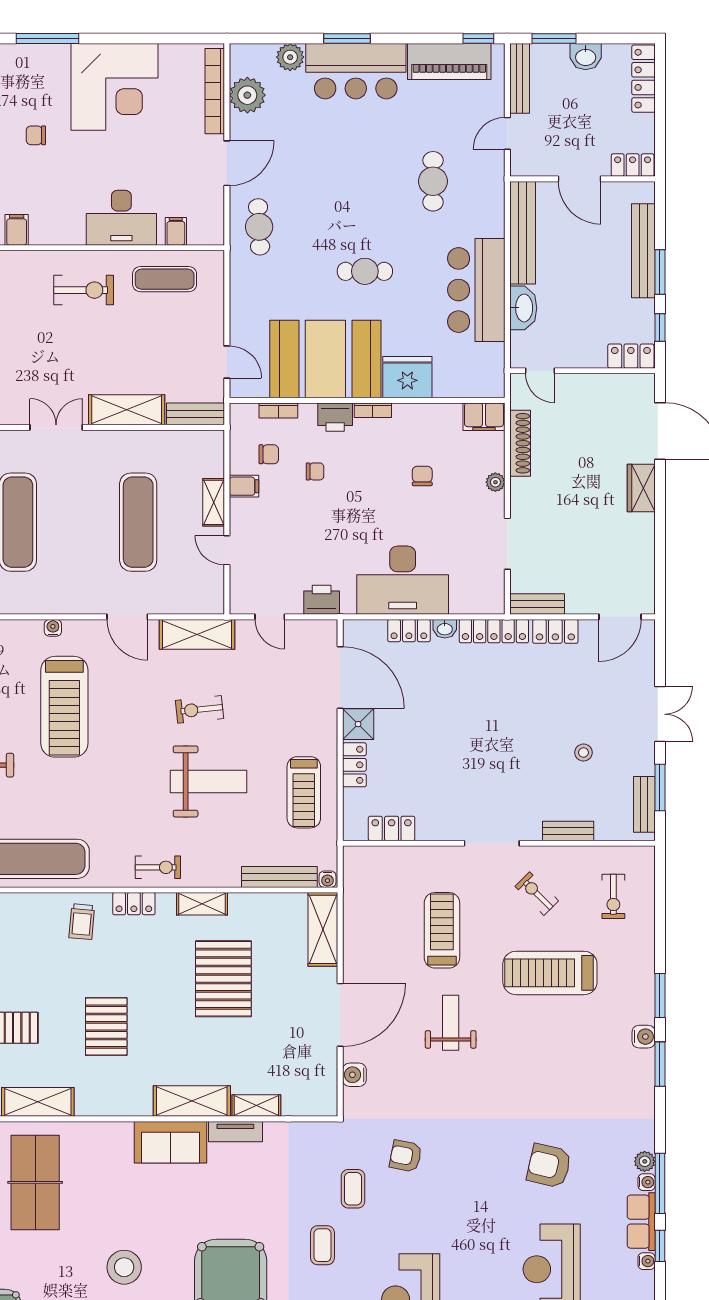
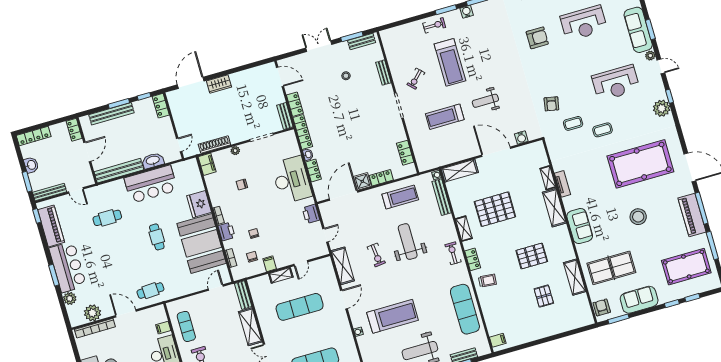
exercise bike: (613, 896) -> (434, 25), moved
sofa: (171, 1142) -> (580, 226), moved
armchair: (549, 1166) -> (537, 38), turned -103

